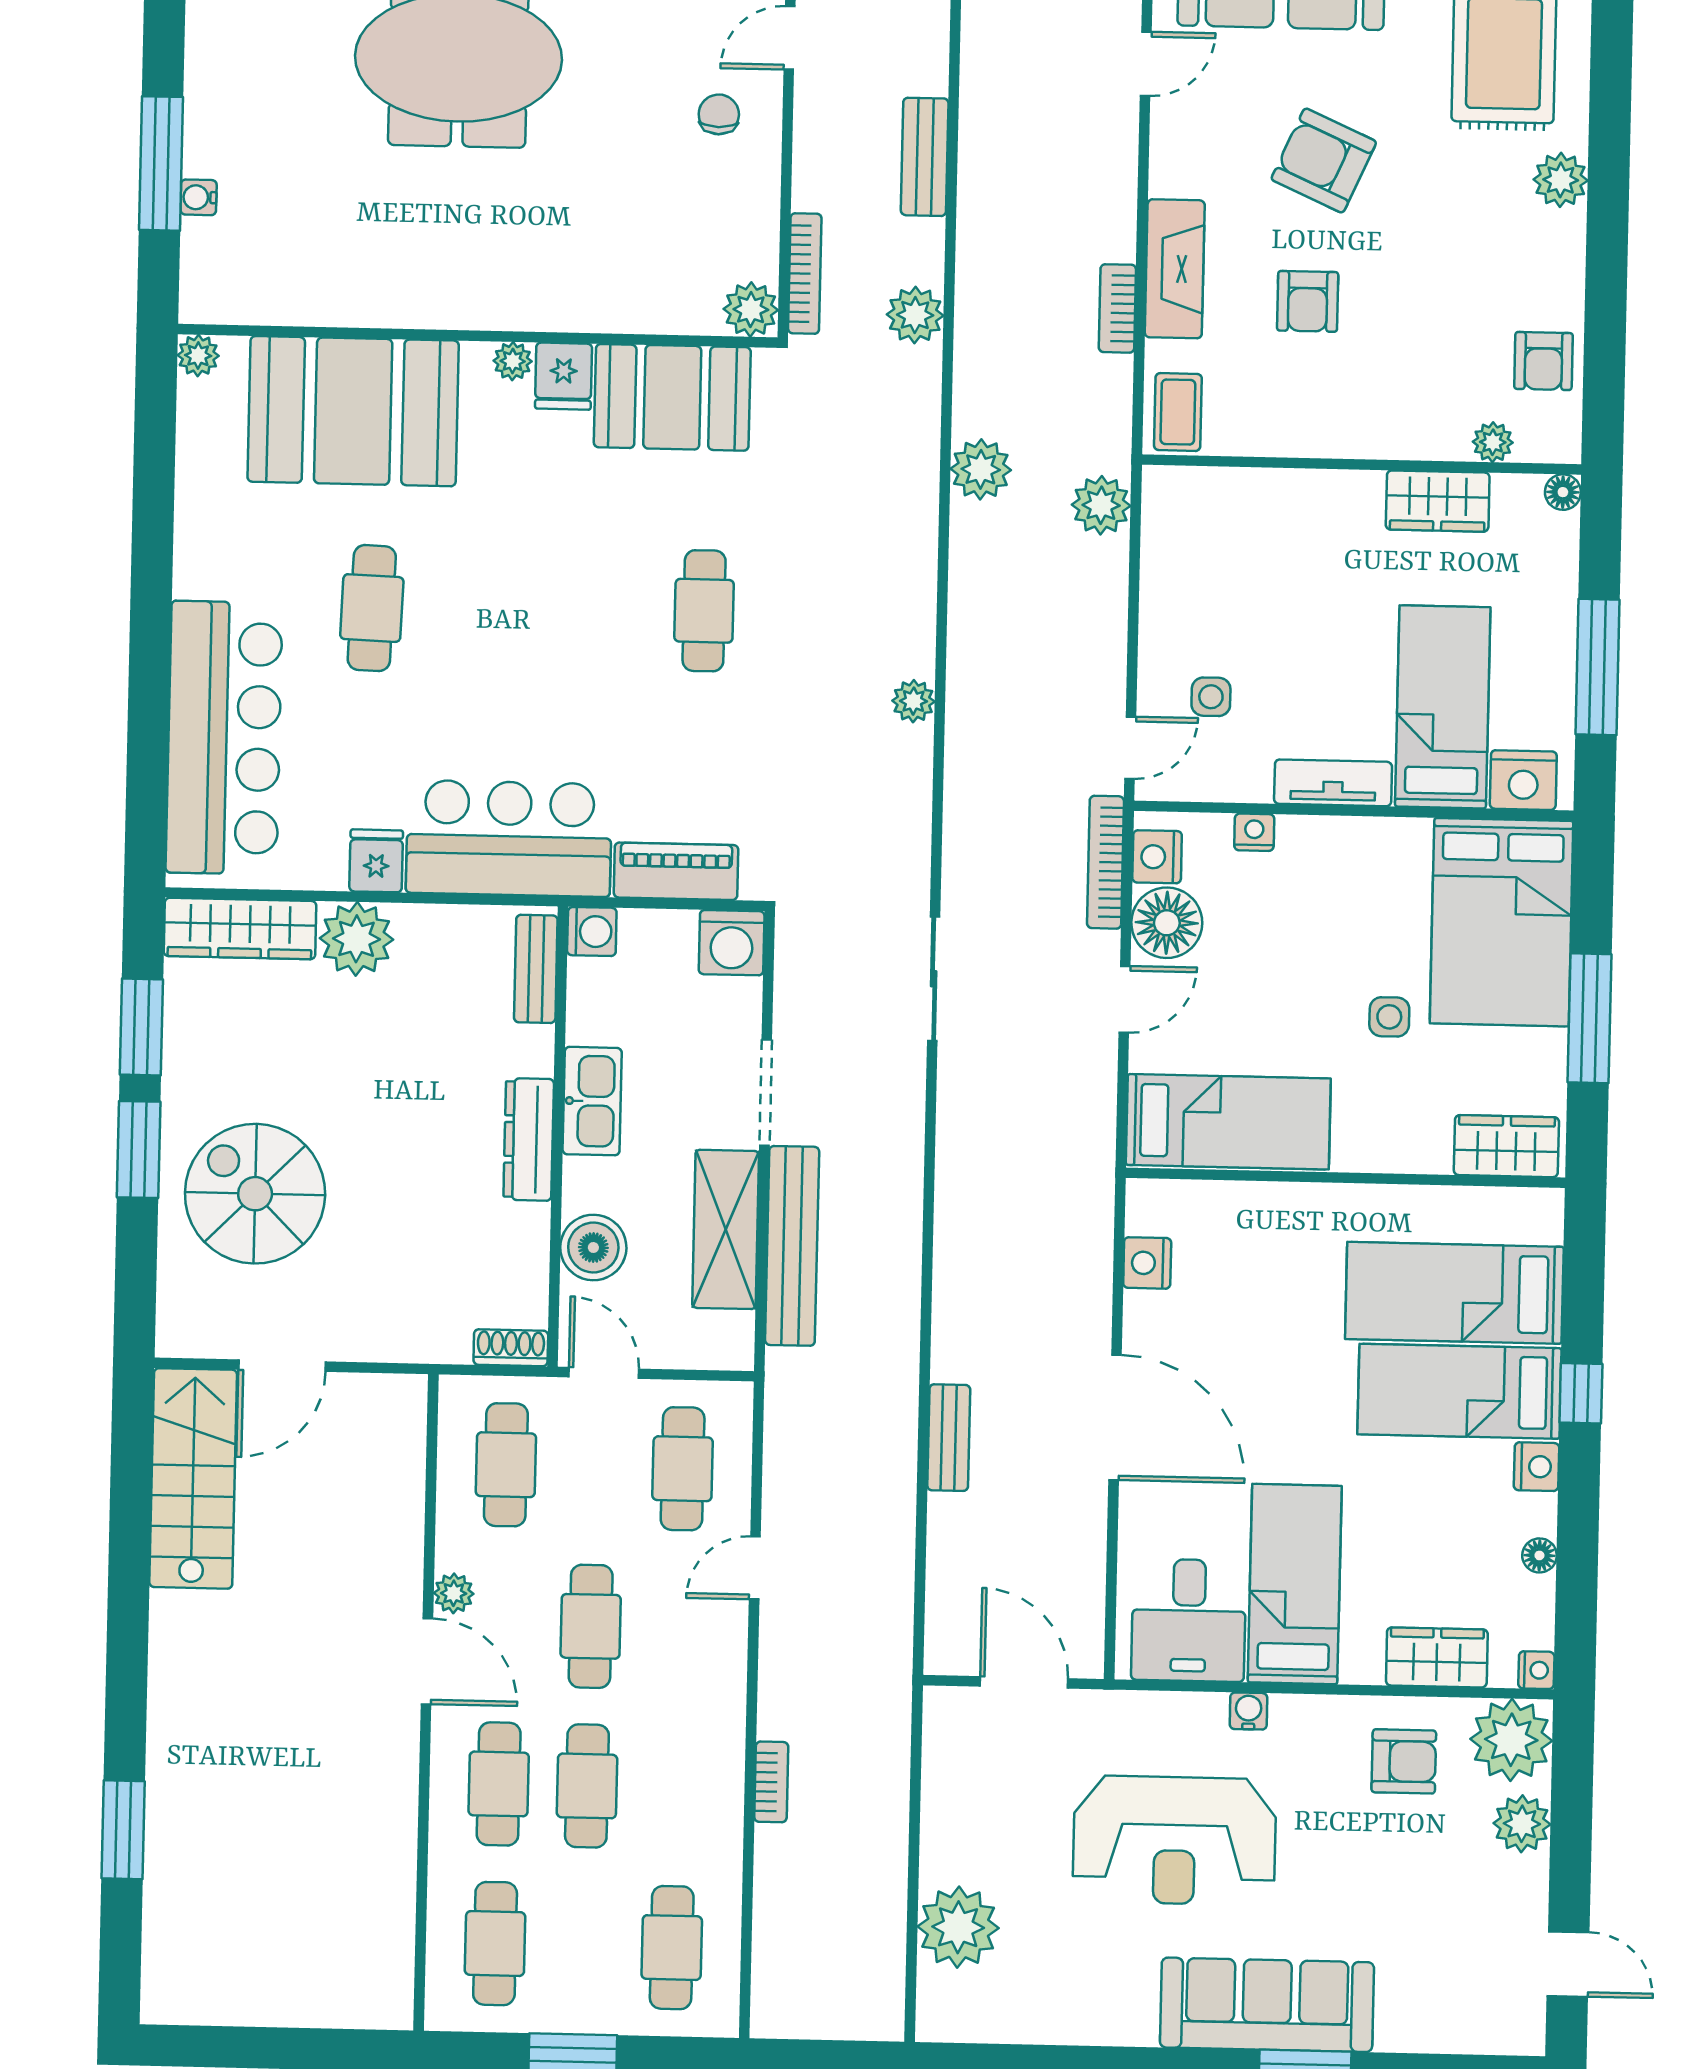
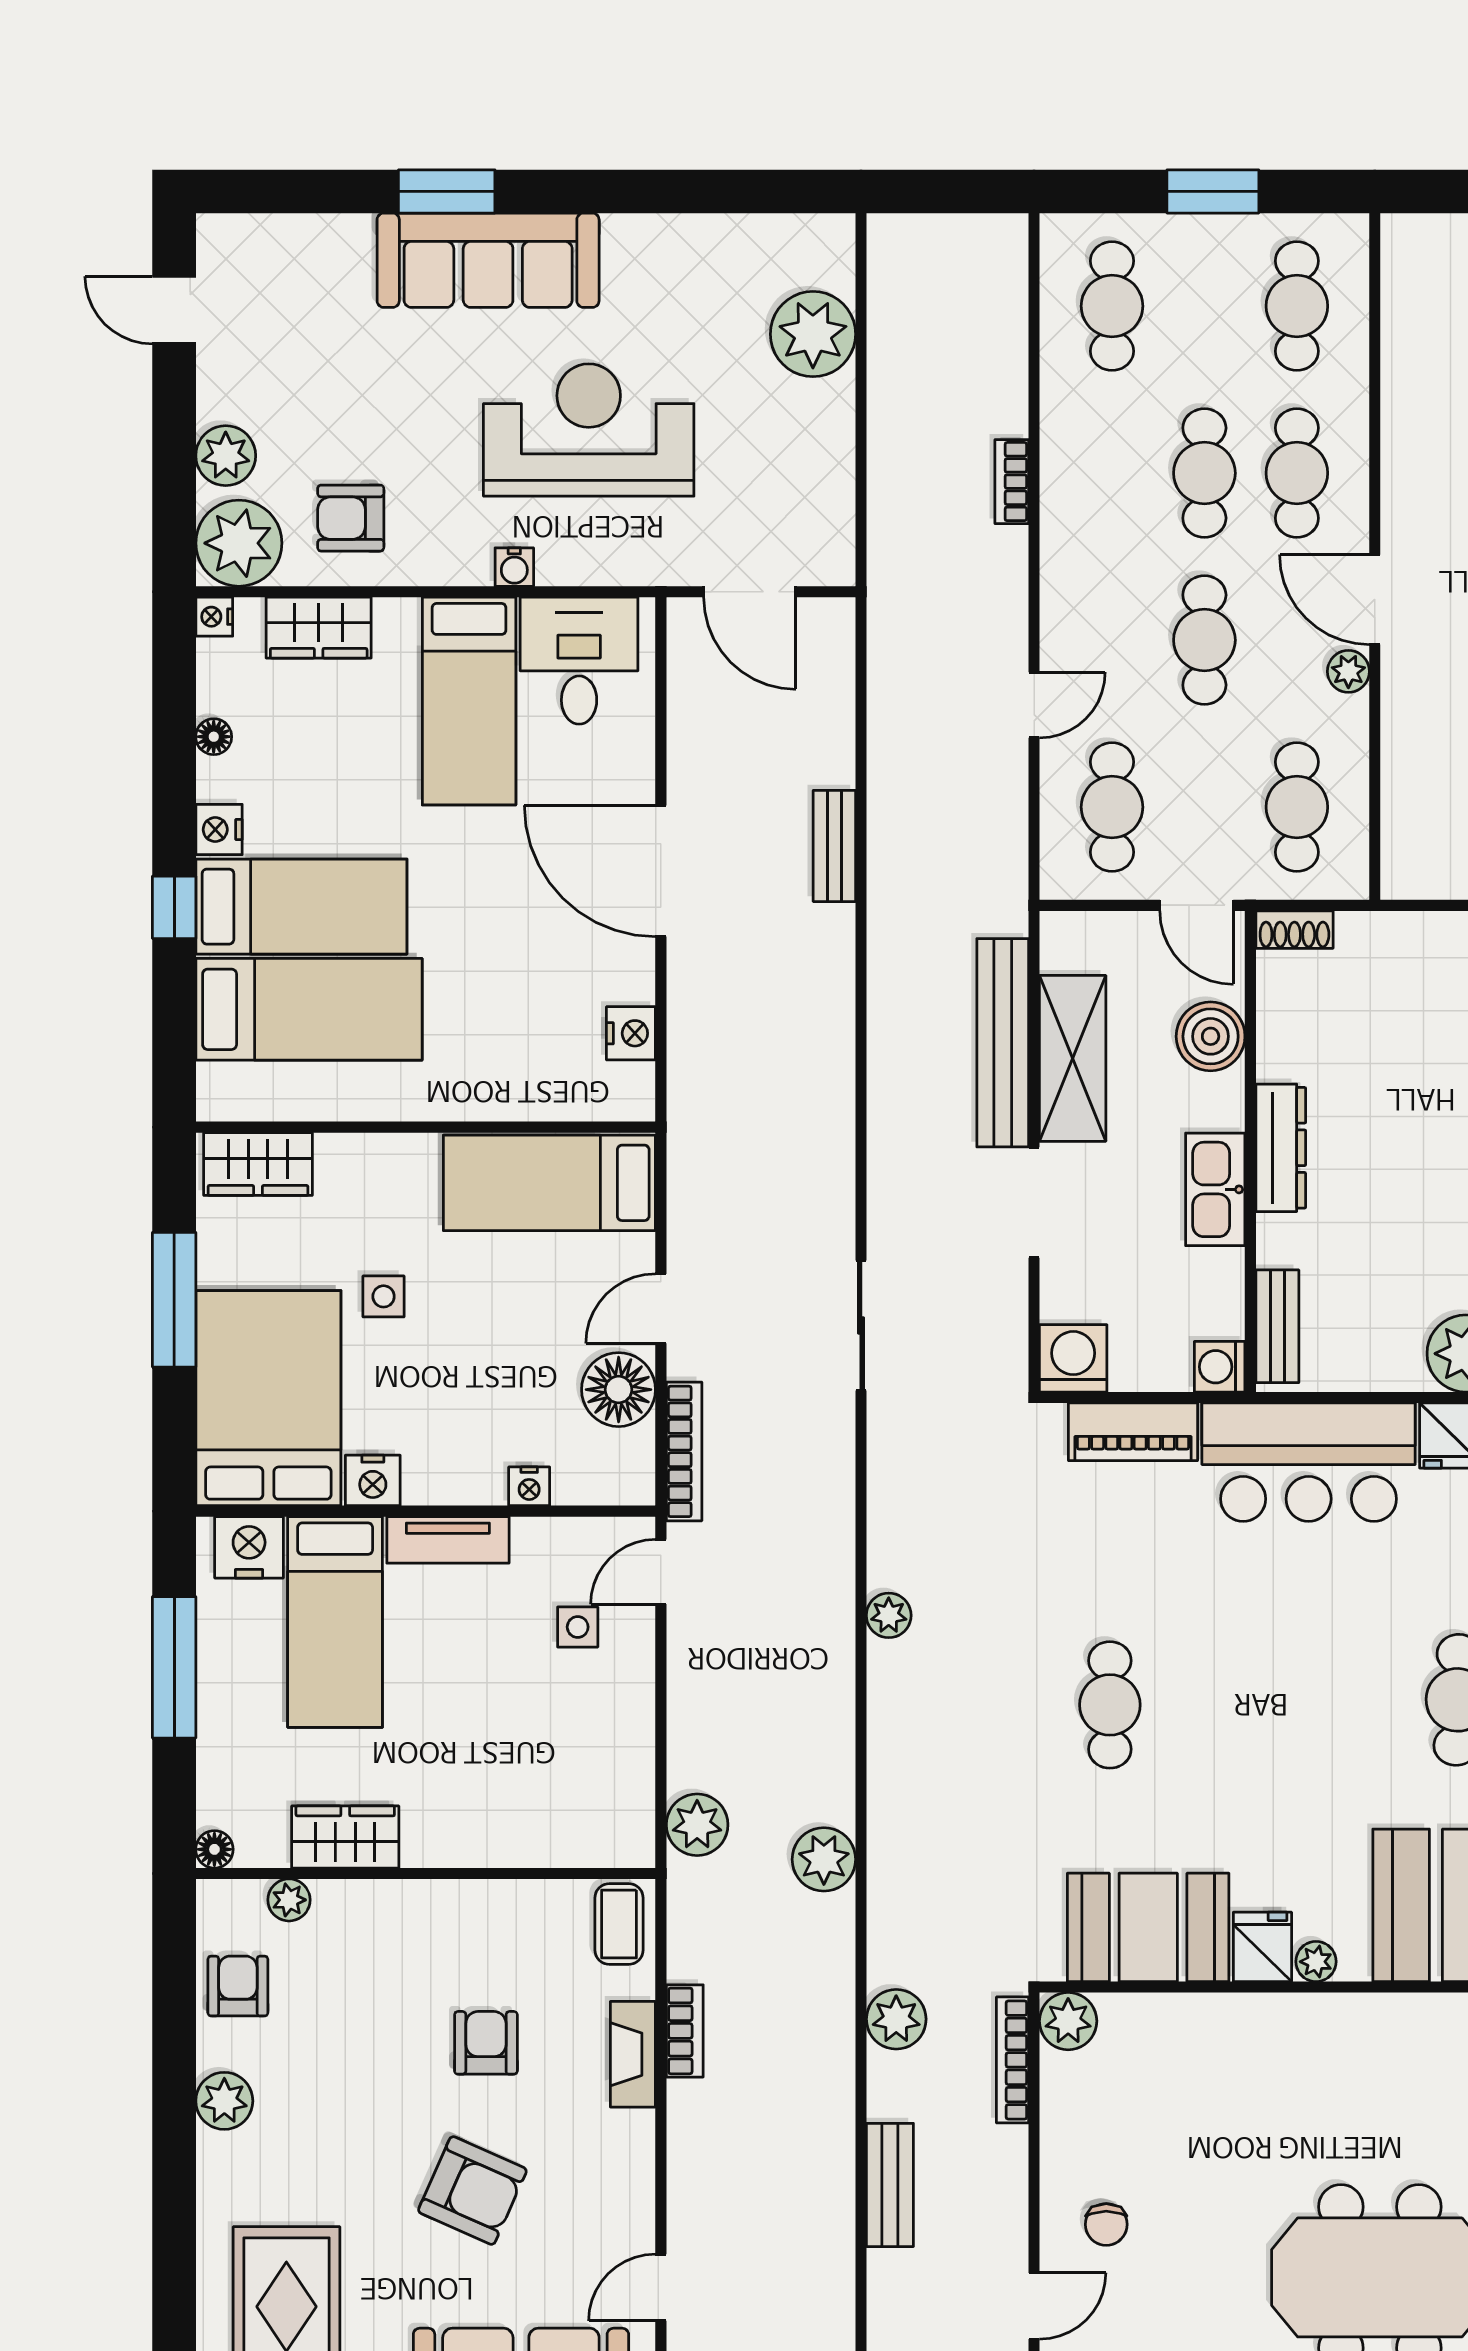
plant: (1561, 180) -> (224, 2101), moved
fireplace: (1175, 269) -> (633, 2054), width x0.73, depth x0.76
nightstand: (1157, 857) -> (373, 1480), moved, turned 90

